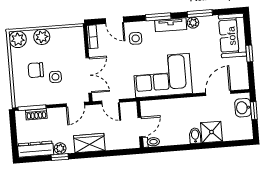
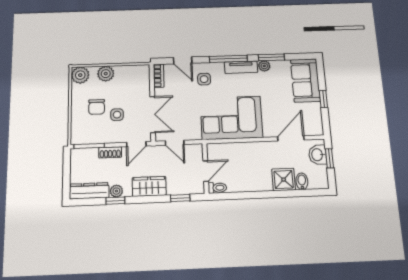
window: (158, 17) -> (228, 59), width x1.44
chair: (36, 70) -> (97, 107), turned -90
shoe rack: (36, 114) -> (110, 152), moved
bidet: (195, 136) -> (302, 181), moved
window: (118, 152) -> (180, 198), added

